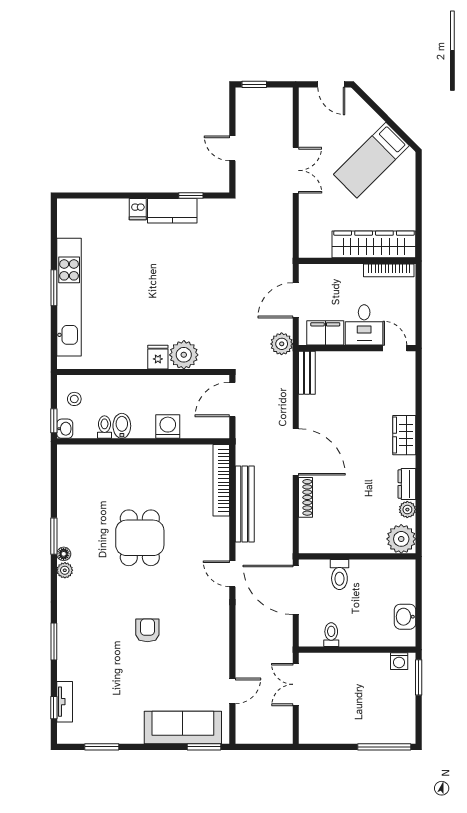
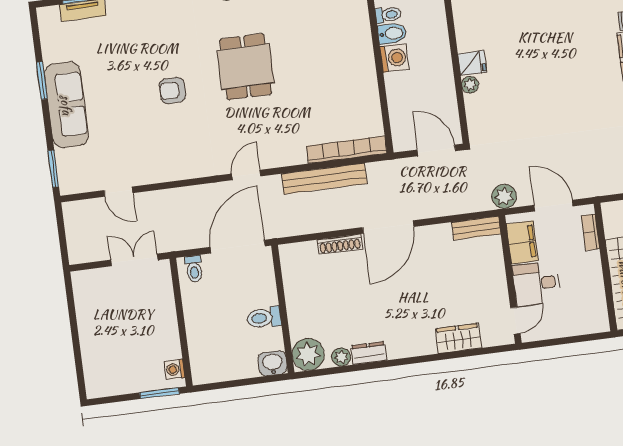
bookcase: (389, 270) -> (590, 232), moved, width x0.64
plant: (184, 355) -> (470, 85), width x0.53, depth x0.53
washing machine: (168, 426) -> (394, 58), moved
wardrobe: (404, 435) -> (458, 338), moved
dining table: (140, 538) -> (246, 67), moved, turned 90
toilet: (339, 575) -> (264, 318), moved
washbasin: (405, 617) -> (273, 363), moved
armchair: (147, 630) -> (172, 90), turned 180
toilet: (331, 635) -> (194, 269), moved, turned 90
sofa: (183, 727) -> (66, 105), moved
window: (102, 747) -> (42, 81), moved
window: (384, 747) -> (79, 365), removed

